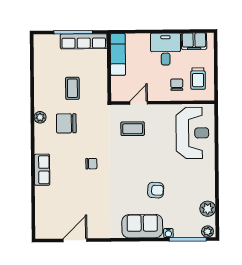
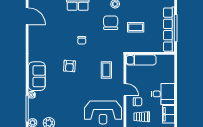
row of seats: (84, 41) -> (169, 30), width x1.36
exam couch: (118, 54) -> (141, 60), moved
door: (139, 103) -> (125, 90), moved
armchair: (156, 190) -> (69, 66), moved
door: (75, 240) -> (27, 16), moved

